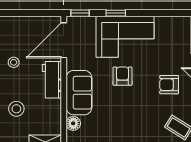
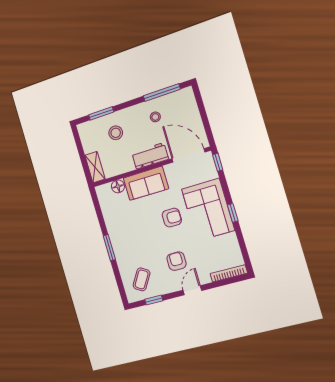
window: (116, 13) -> (233, 213), moved

